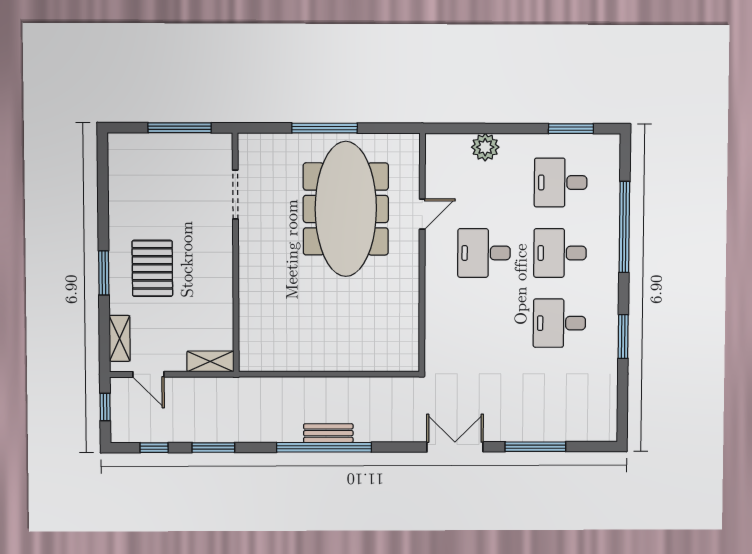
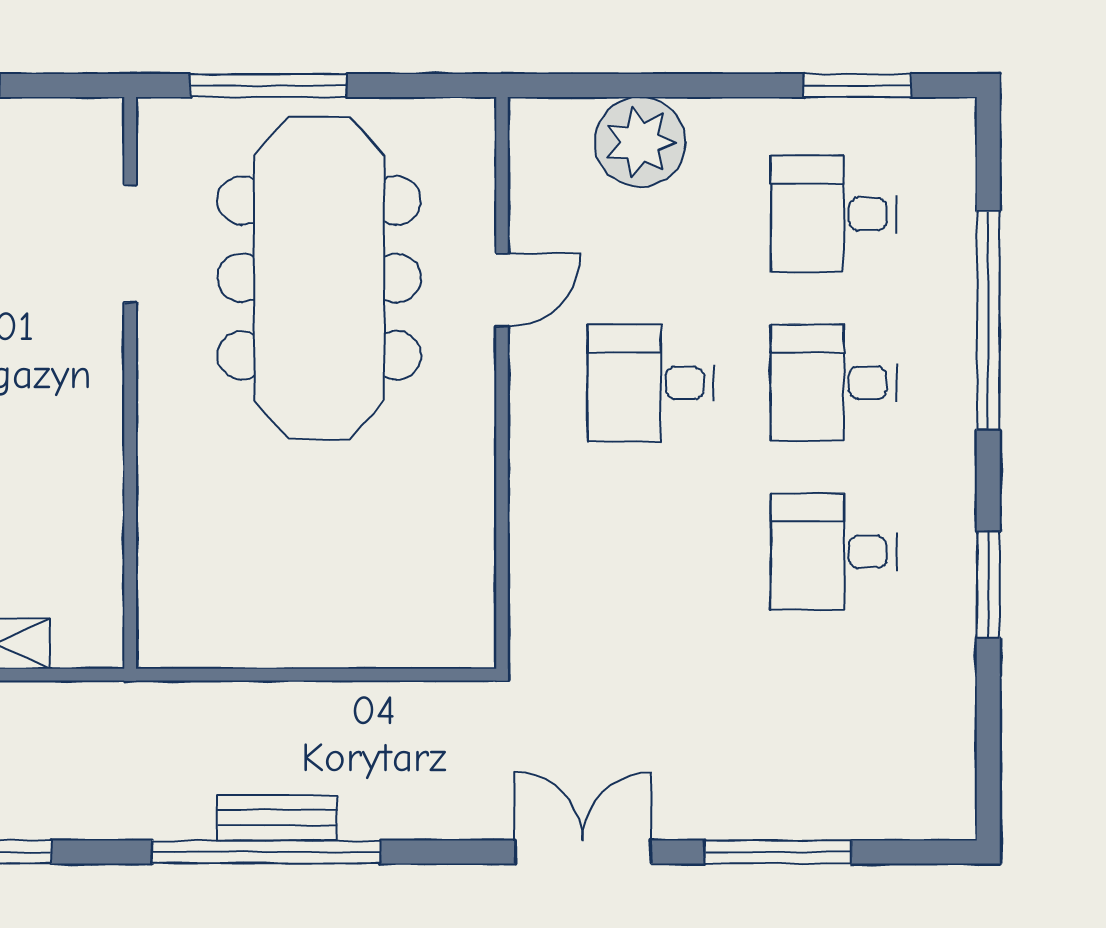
plant: (485, 147) -> (640, 142), width x1.36, depth x1.36
doorway: (235, 195) -> (130, 244), moved
wall: (236, 253) -> (130, 383), moved

